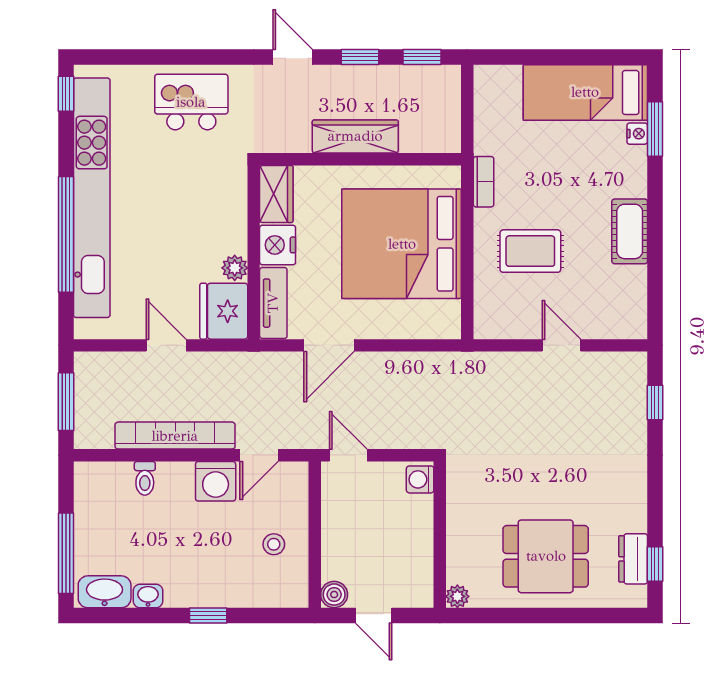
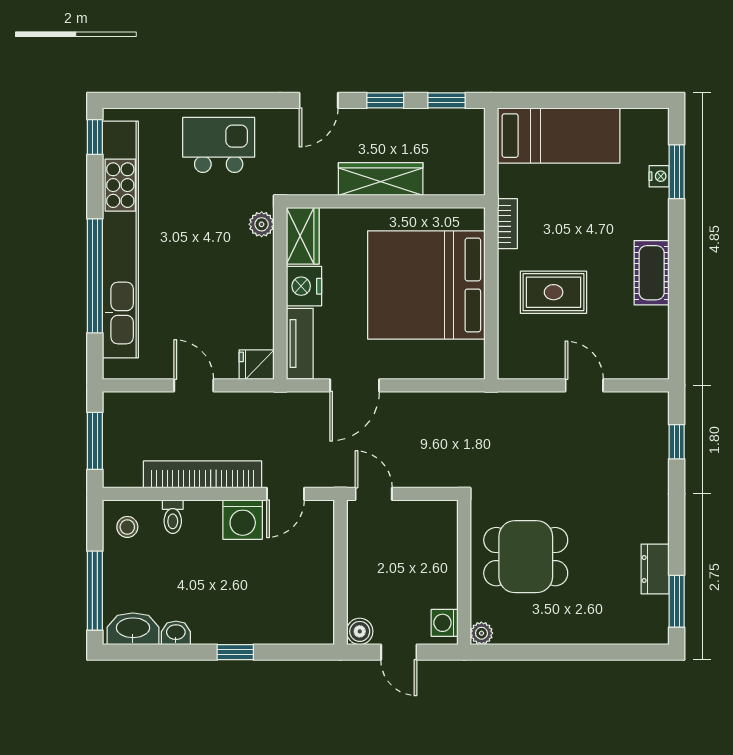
door: (293, 57) -> (319, 100), swing flipped
bed: (585, 92) -> (559, 136), moved, turned 180
plant: (235, 268) -> (262, 224), moved
fridge: (224, 311) -> (257, 365), width x0.53, depth x0.75
washing machine: (420, 479) -> (445, 623), moved
stool: (274, 544) -> (127, 527), moved
dining table: (546, 556) -> (526, 557), moved
dresser: (633, 559) -> (655, 569), moved
window: (655, 564) -> (677, 601), width x1.50

